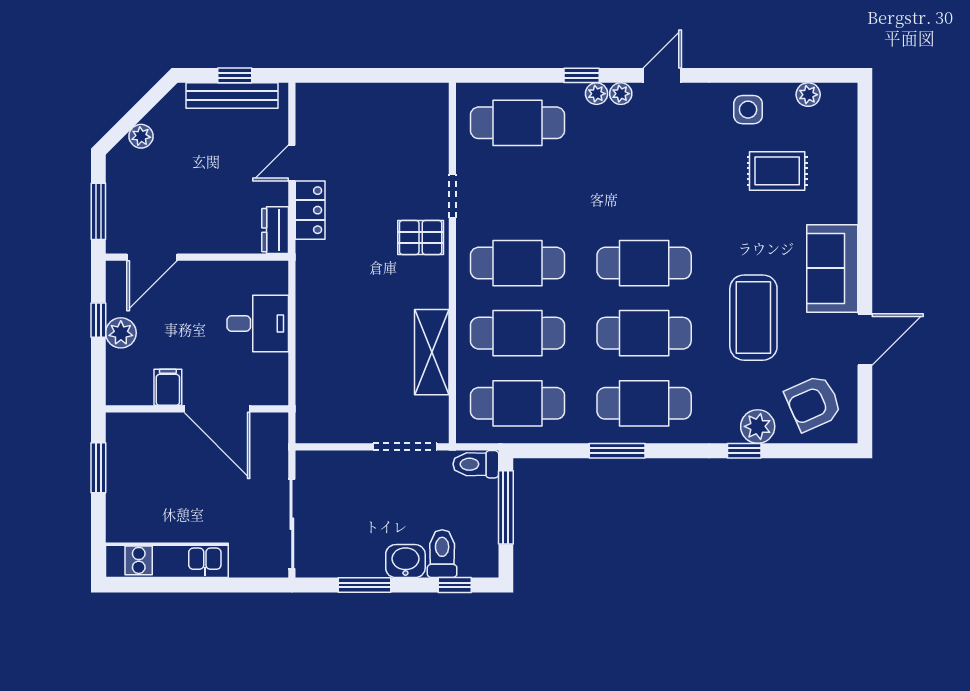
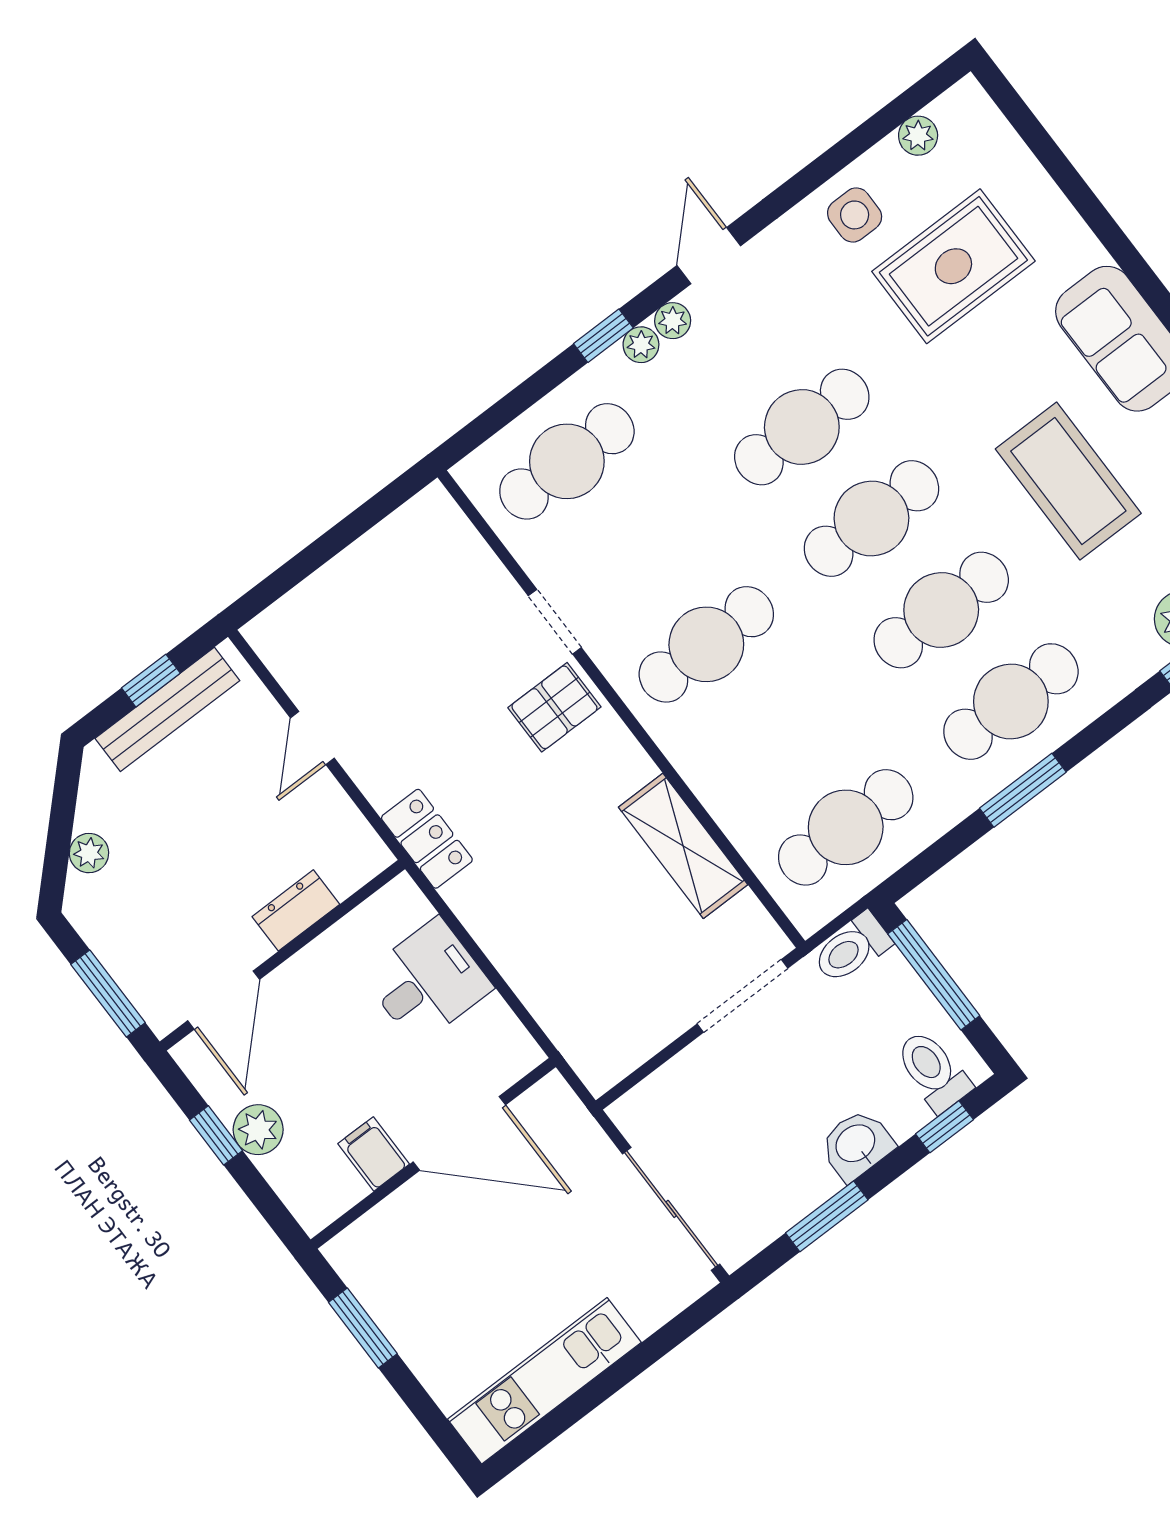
rug: (777, 171) -> (953, 266), width x1.36, depth x1.43
locker: (310, 210) -> (427, 839), moved
dresser: (275, 230) -> (296, 910), moved, turned 90
cafe table: (518, 333) -> (802, 427), moved
toilet: (442, 554) -> (933, 1071), moved

